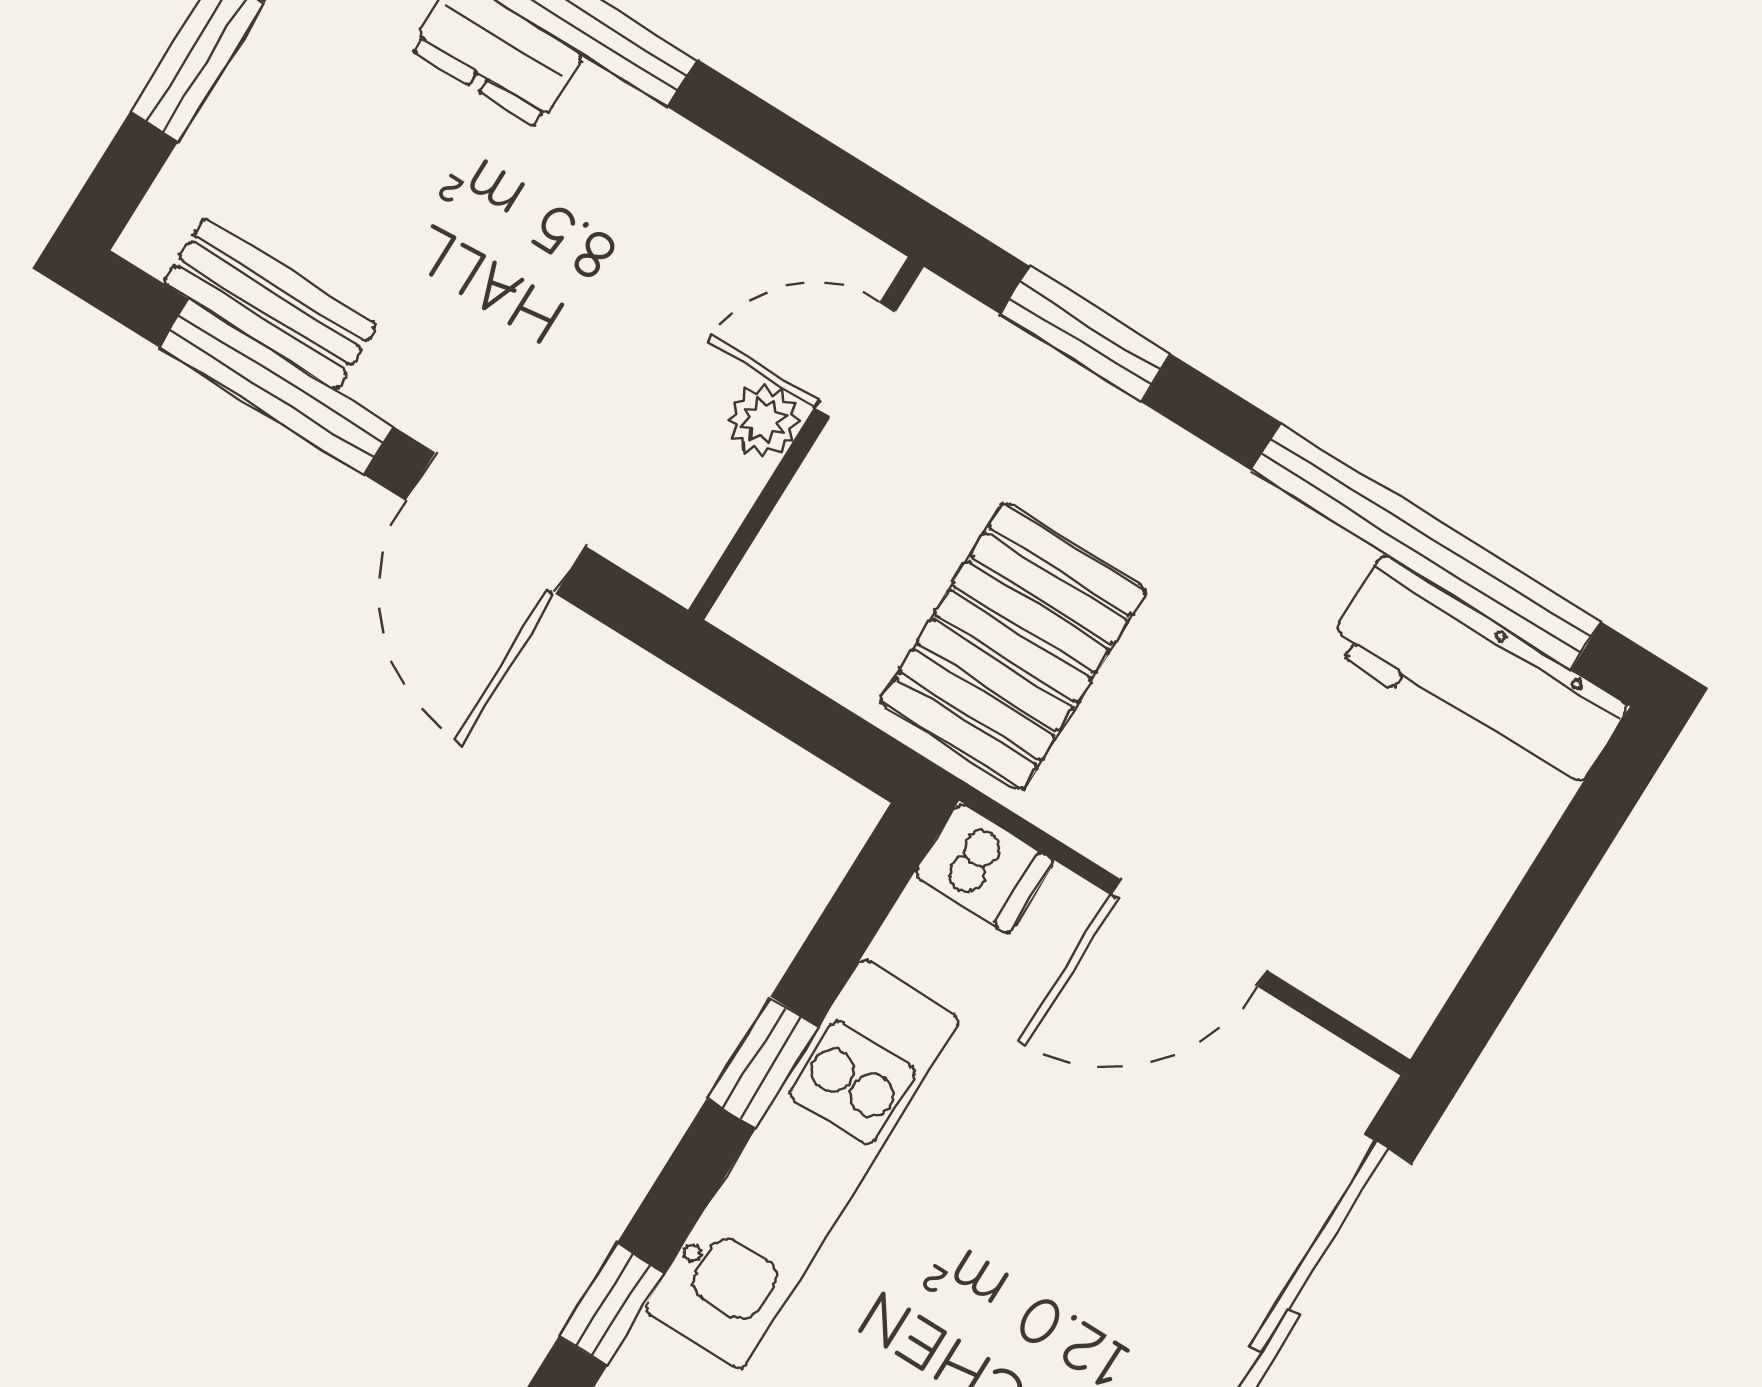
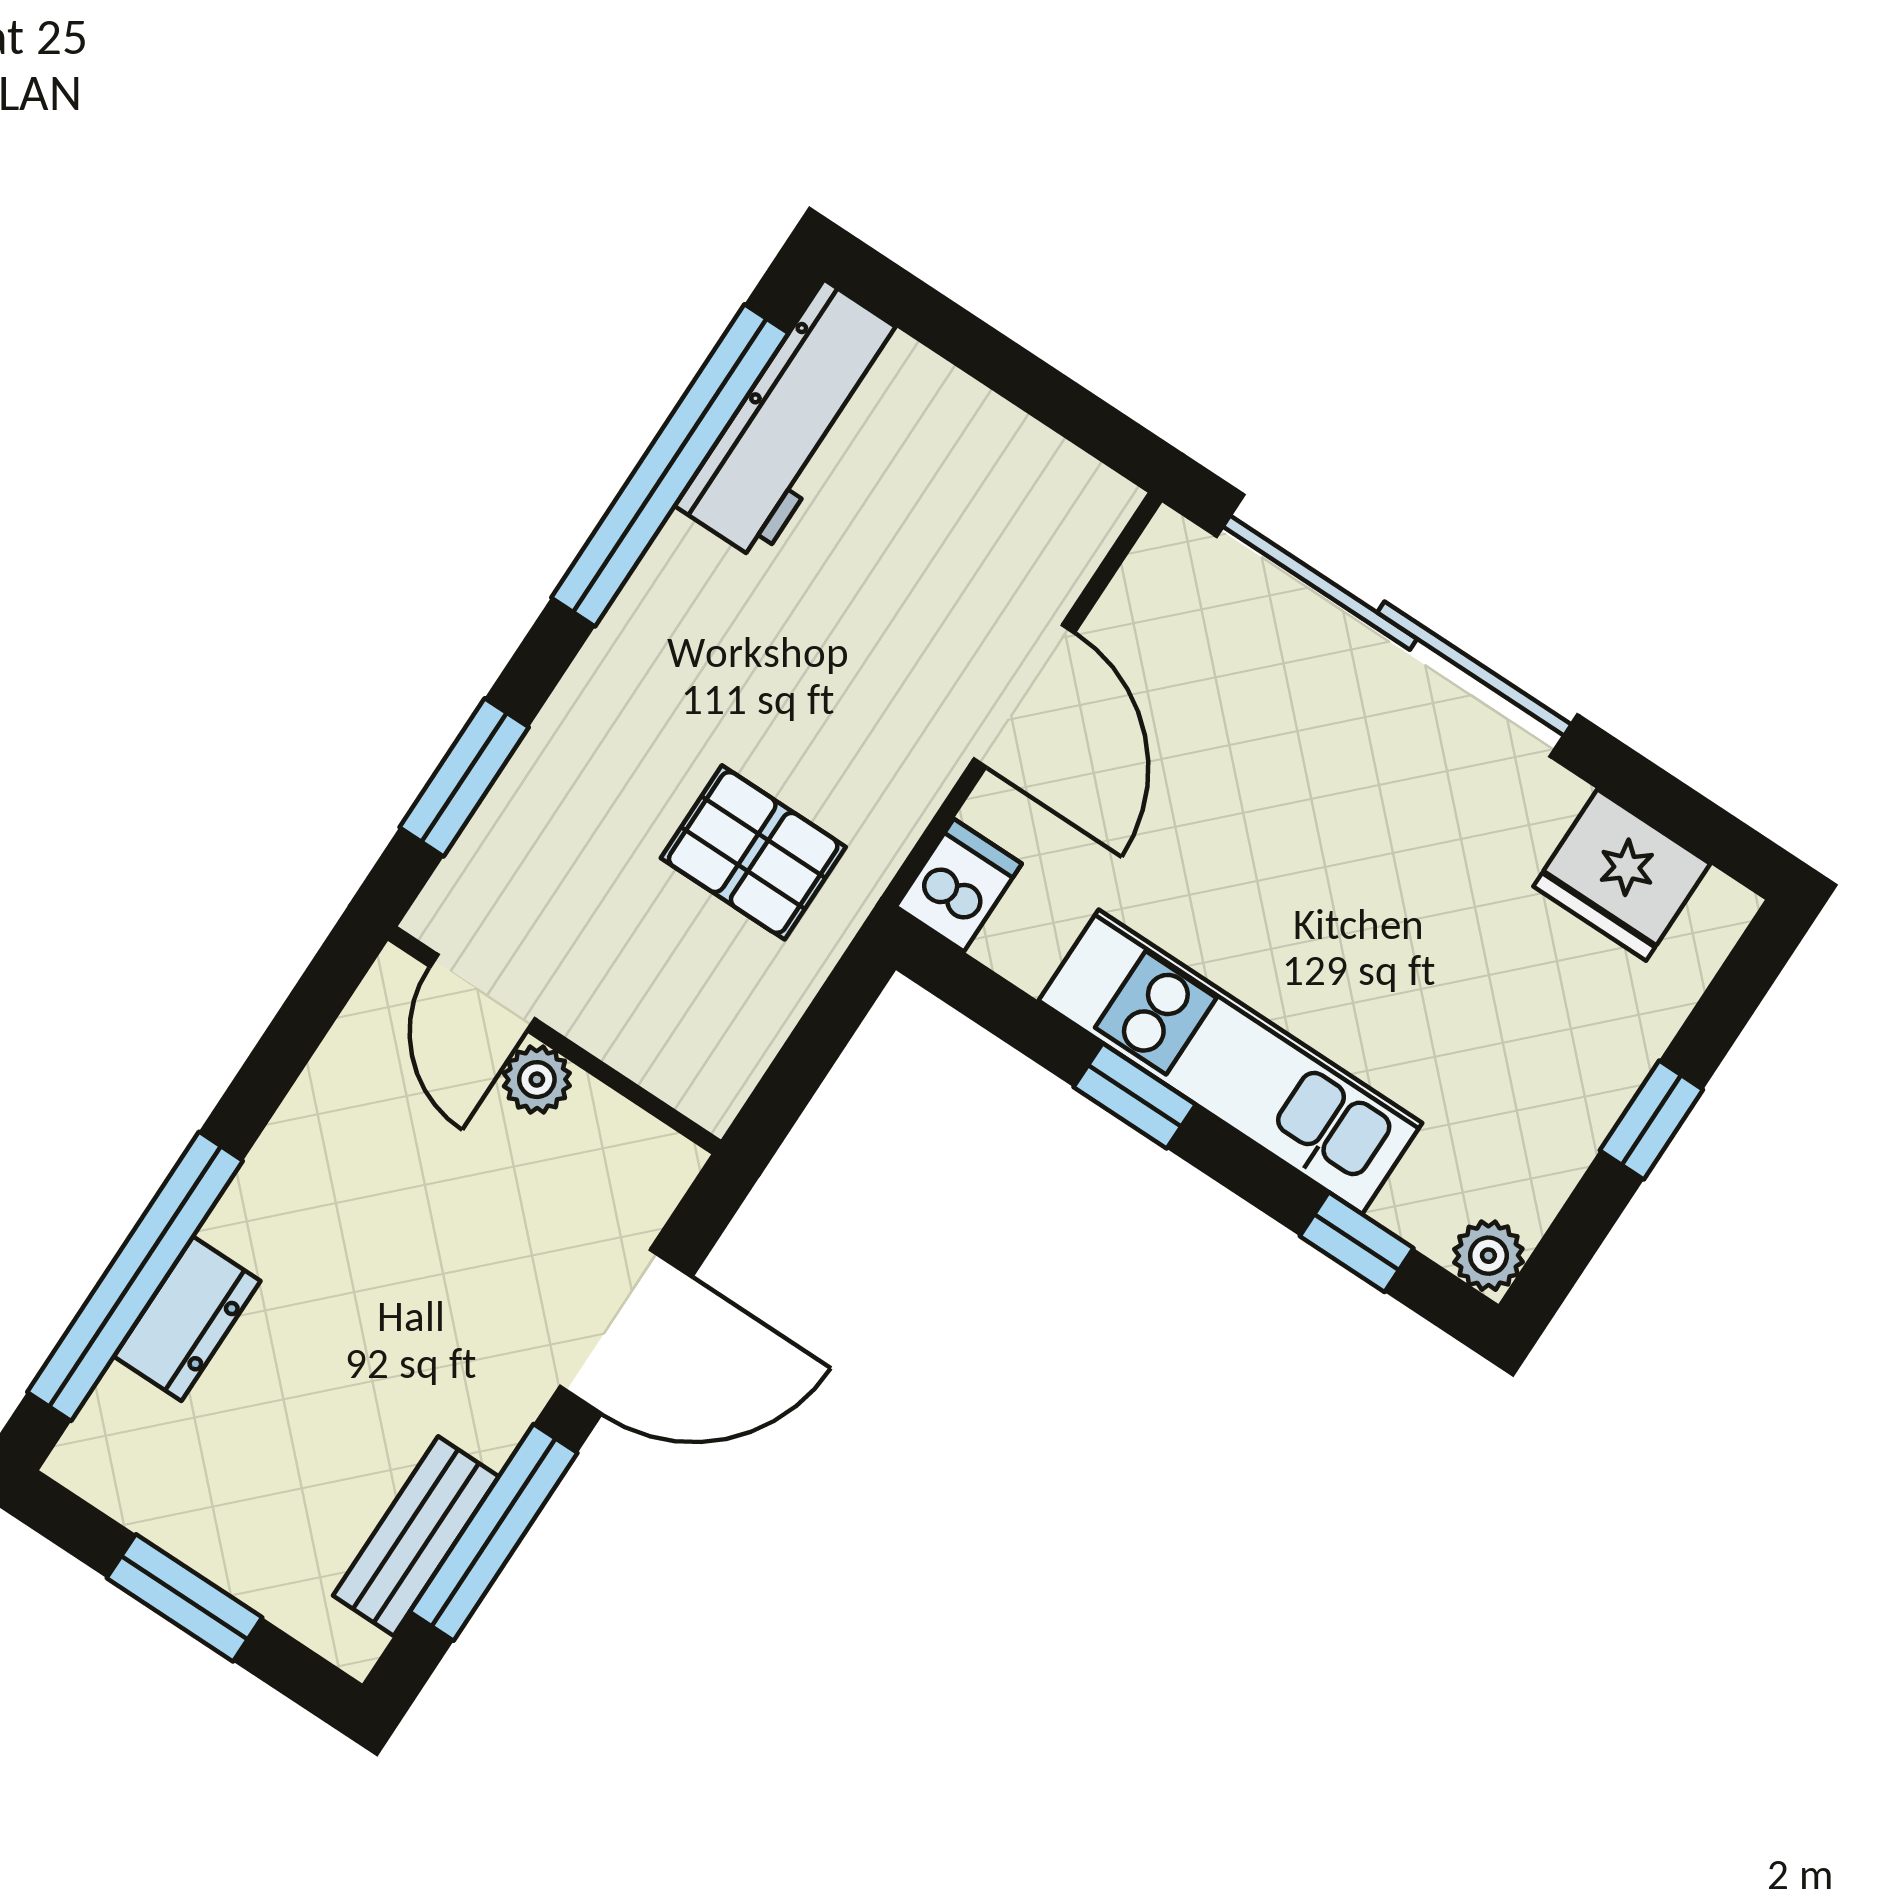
pallet: (1013, 646) -> (753, 852), width x0.67, depth x0.71

